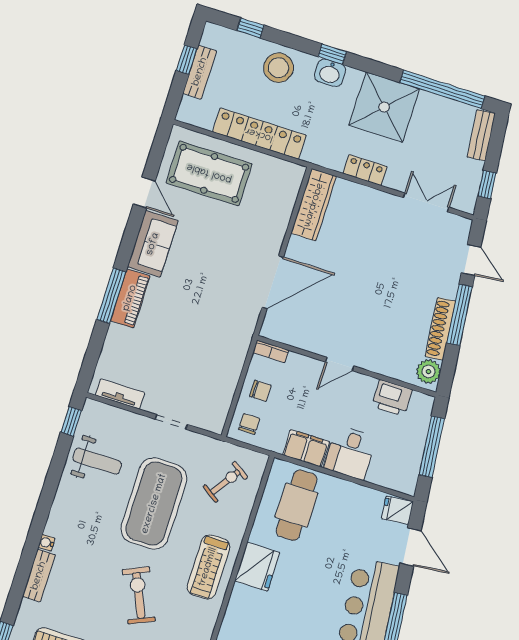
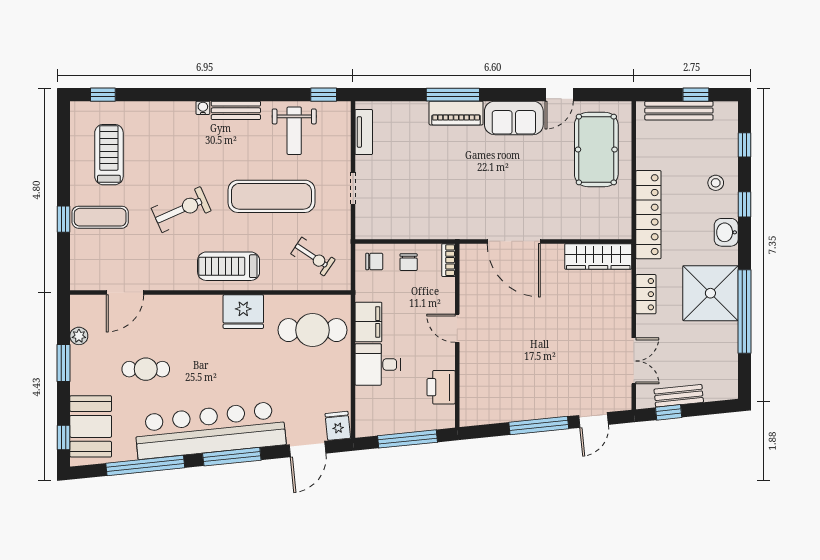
window: (332, 54) -> (744, 204), moved
stool: (279, 68) -> (716, 183), width x0.53, depth x0.53
bench: (200, 72) -> (679, 111), width x1.36
window: (442, 89) -> (744, 311), moved
locker: (259, 134) -> (648, 215), moved
bench: (481, 135) -> (679, 396), moved
shoe rack: (440, 329) -> (520, 412), removed
plant: (428, 371) -> (477, 413), removed
exercise mat: (154, 504) -> (271, 196), width x0.68
bench: (39, 576) -> (236, 110), moved

